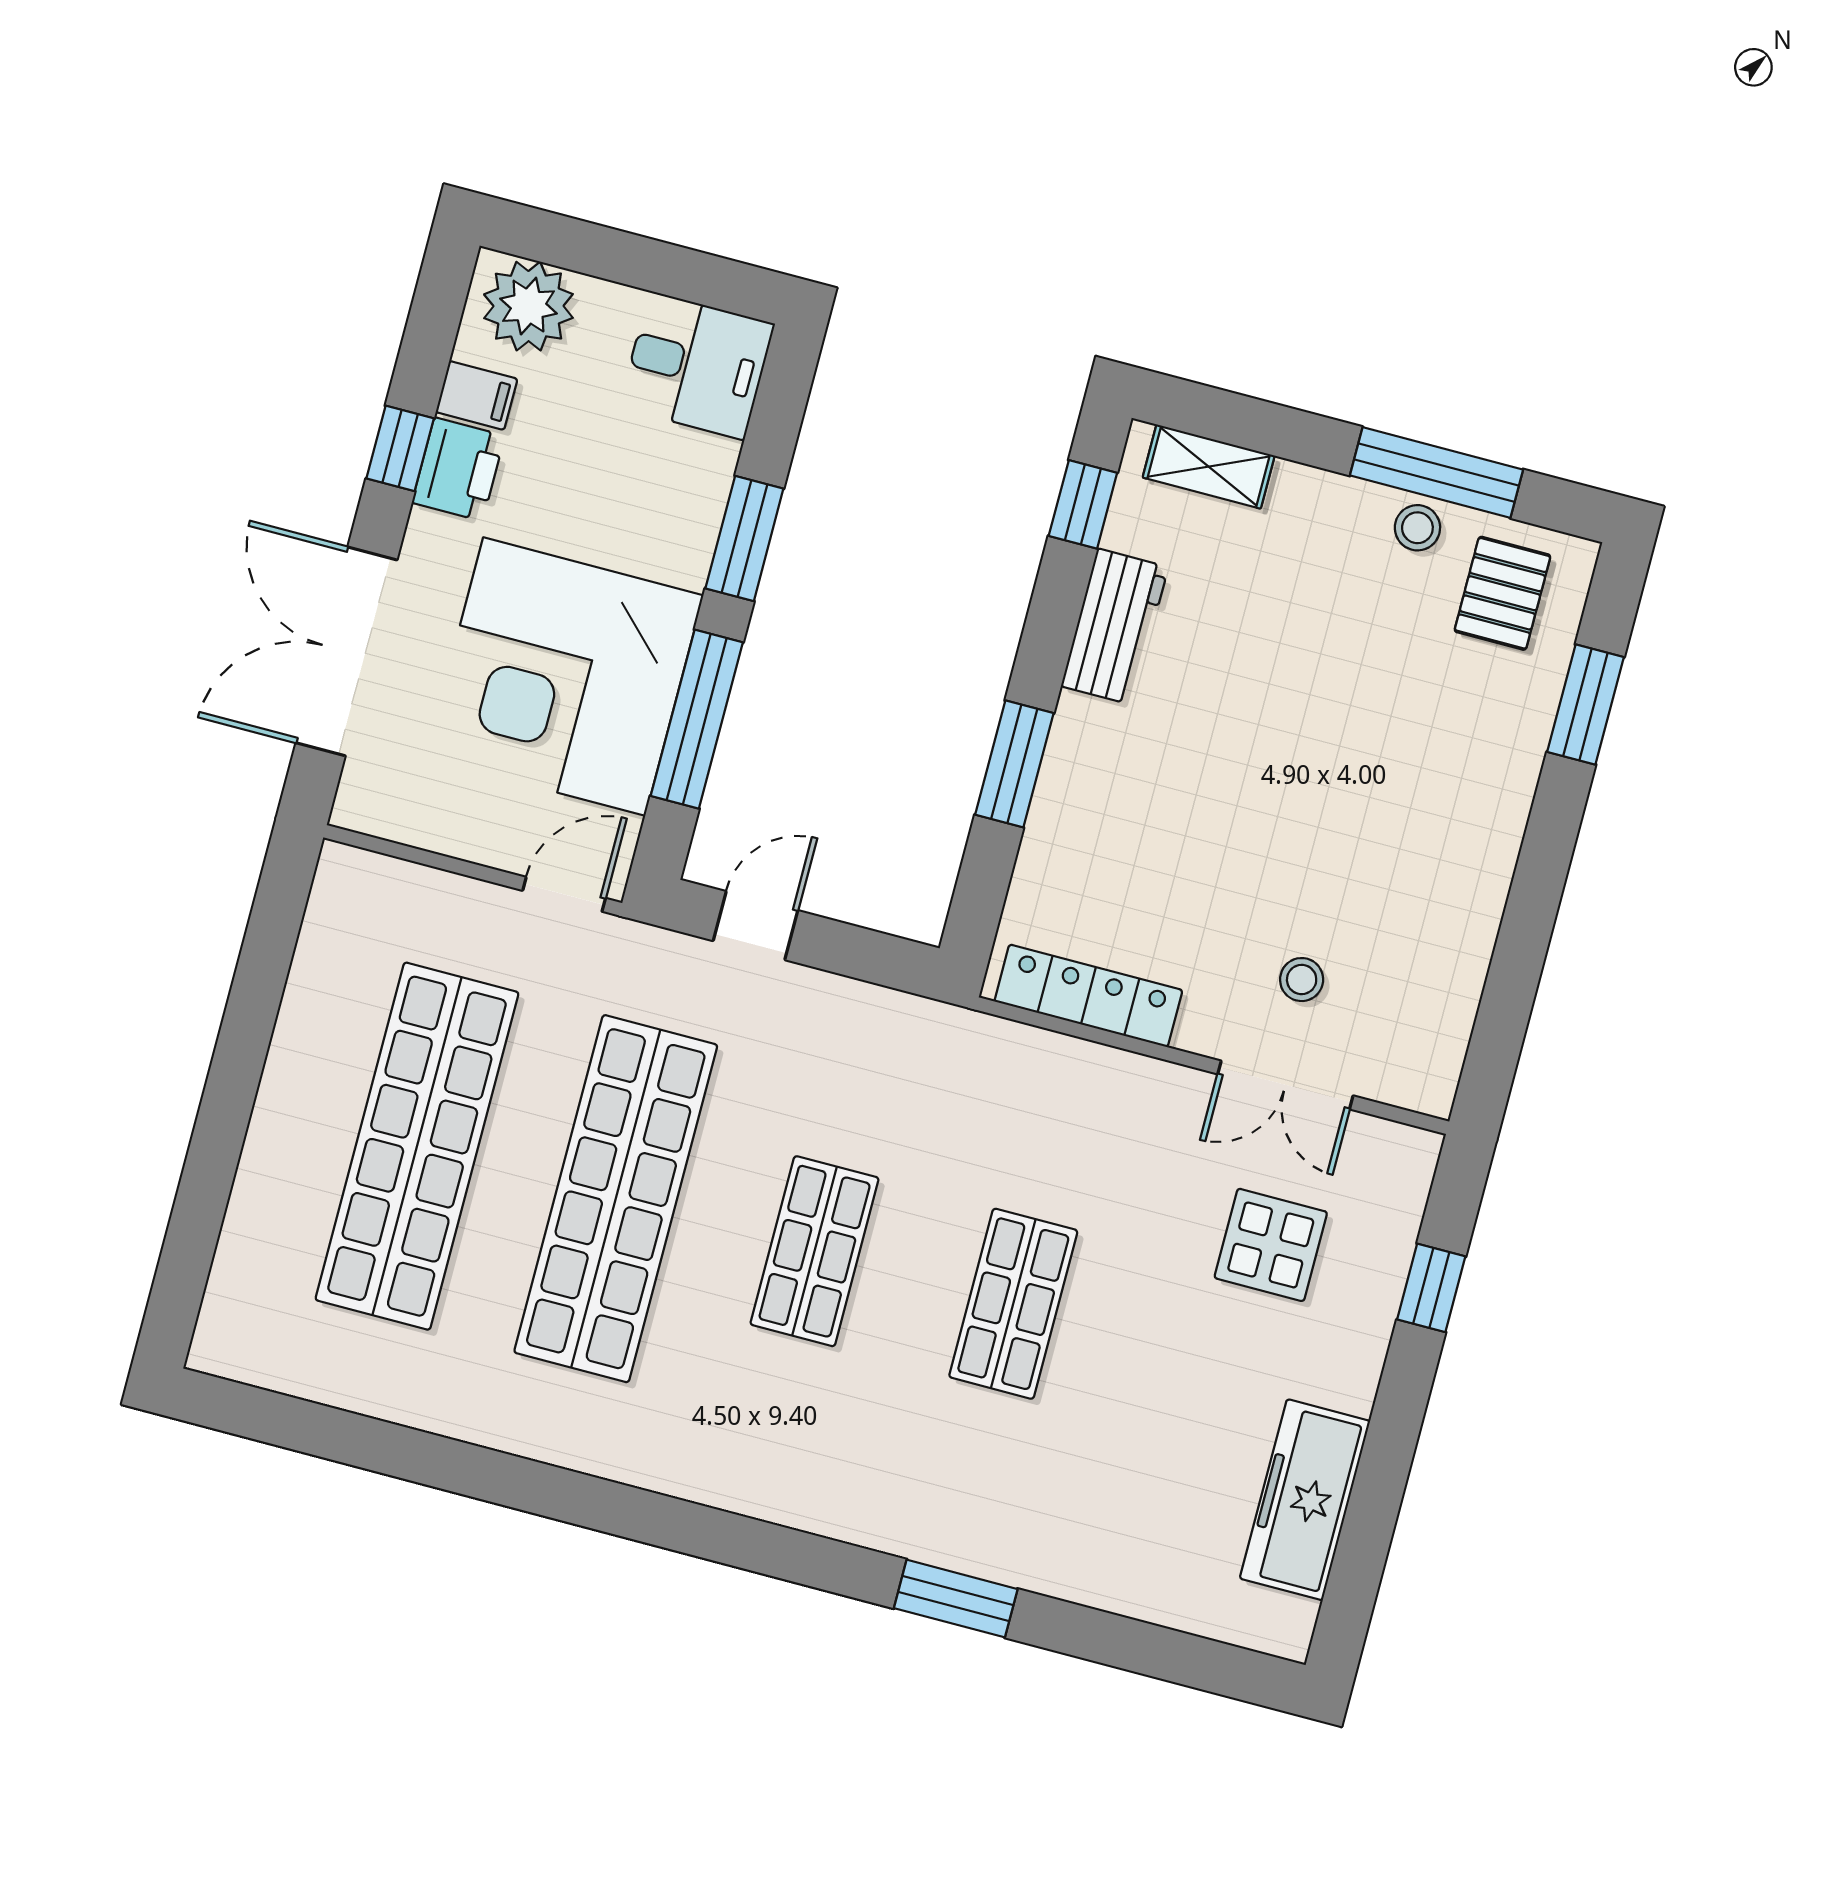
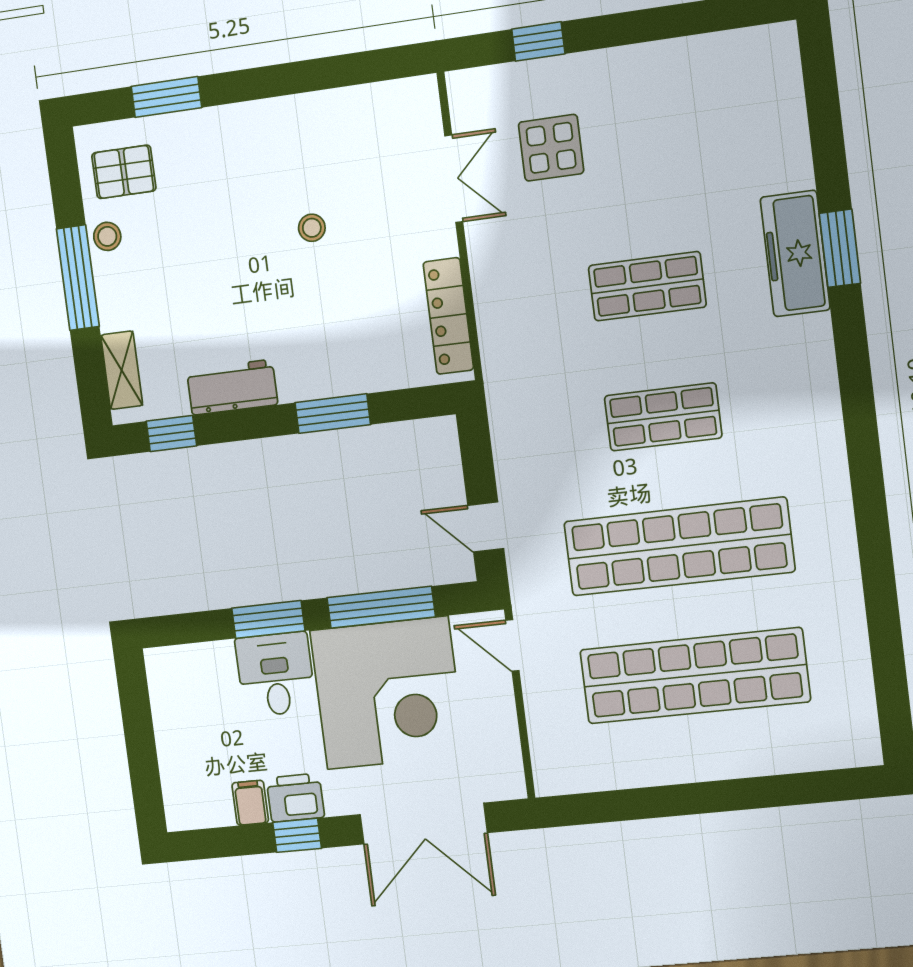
plant: (528, 306) -> (189, 792), removed
desk: (697, 366) -> (275, 674), moved
window: (1436, 473) -> (78, 278), moved
stool: (1302, 980) -> (312, 228), moved
freezer: (1305, 1500) -> (795, 254), moved, turned 90

